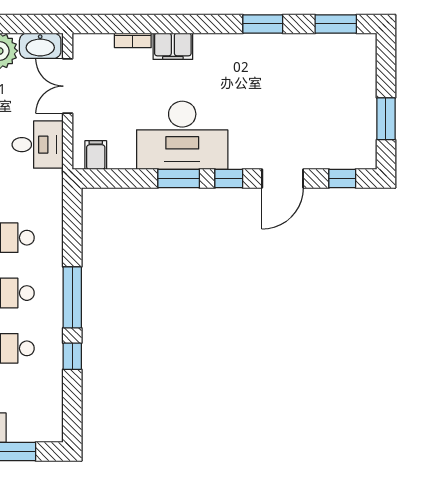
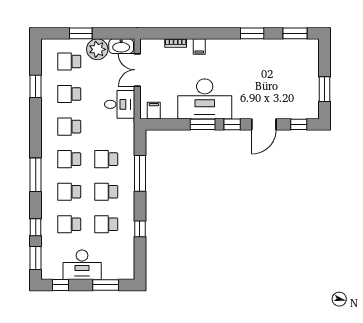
filing cabinet: (173, 46) -> (199, 46), width x0.50
window: (72, 297) -> (140, 173), moved

